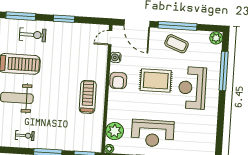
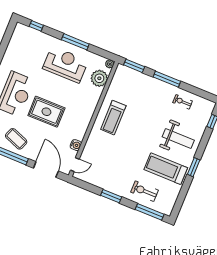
armchair: (118, 80) -> (81, 123), removed

